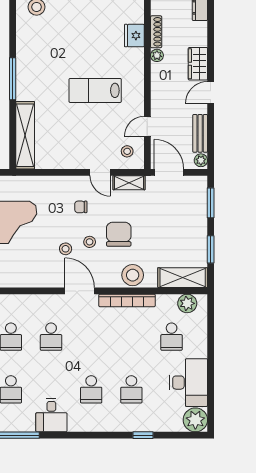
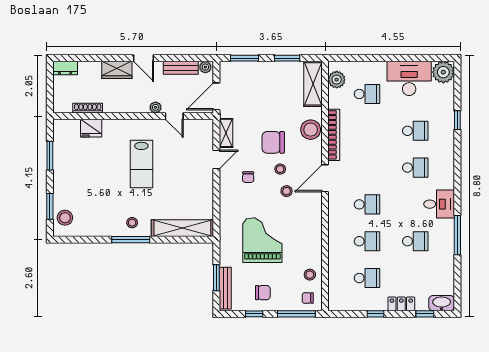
plant: (157, 55) -> (156, 107), moved
stool: (127, 151) -> (132, 223), moved

